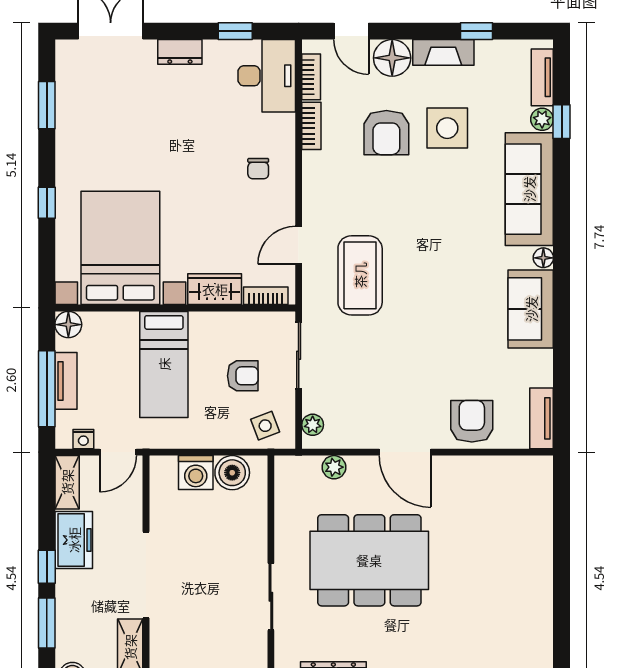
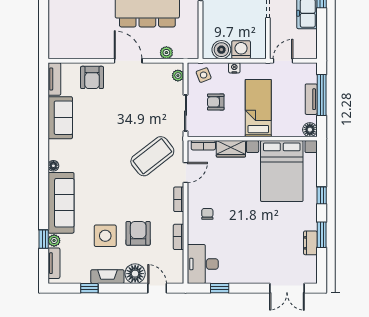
dresser: (180, 52) -> (310, 243), moved, turned -90
bookcase: (311, 77) -> (179, 199), moved
window: (47, 105) -> (322, 235), moved
coffee table: (360, 275) -> (152, 156), turned 52
sofa: (531, 309) -> (60, 118), moved
nightstand: (83, 439) -> (234, 68), moved
shelving: (67, 482) -> (311, 44), removed

